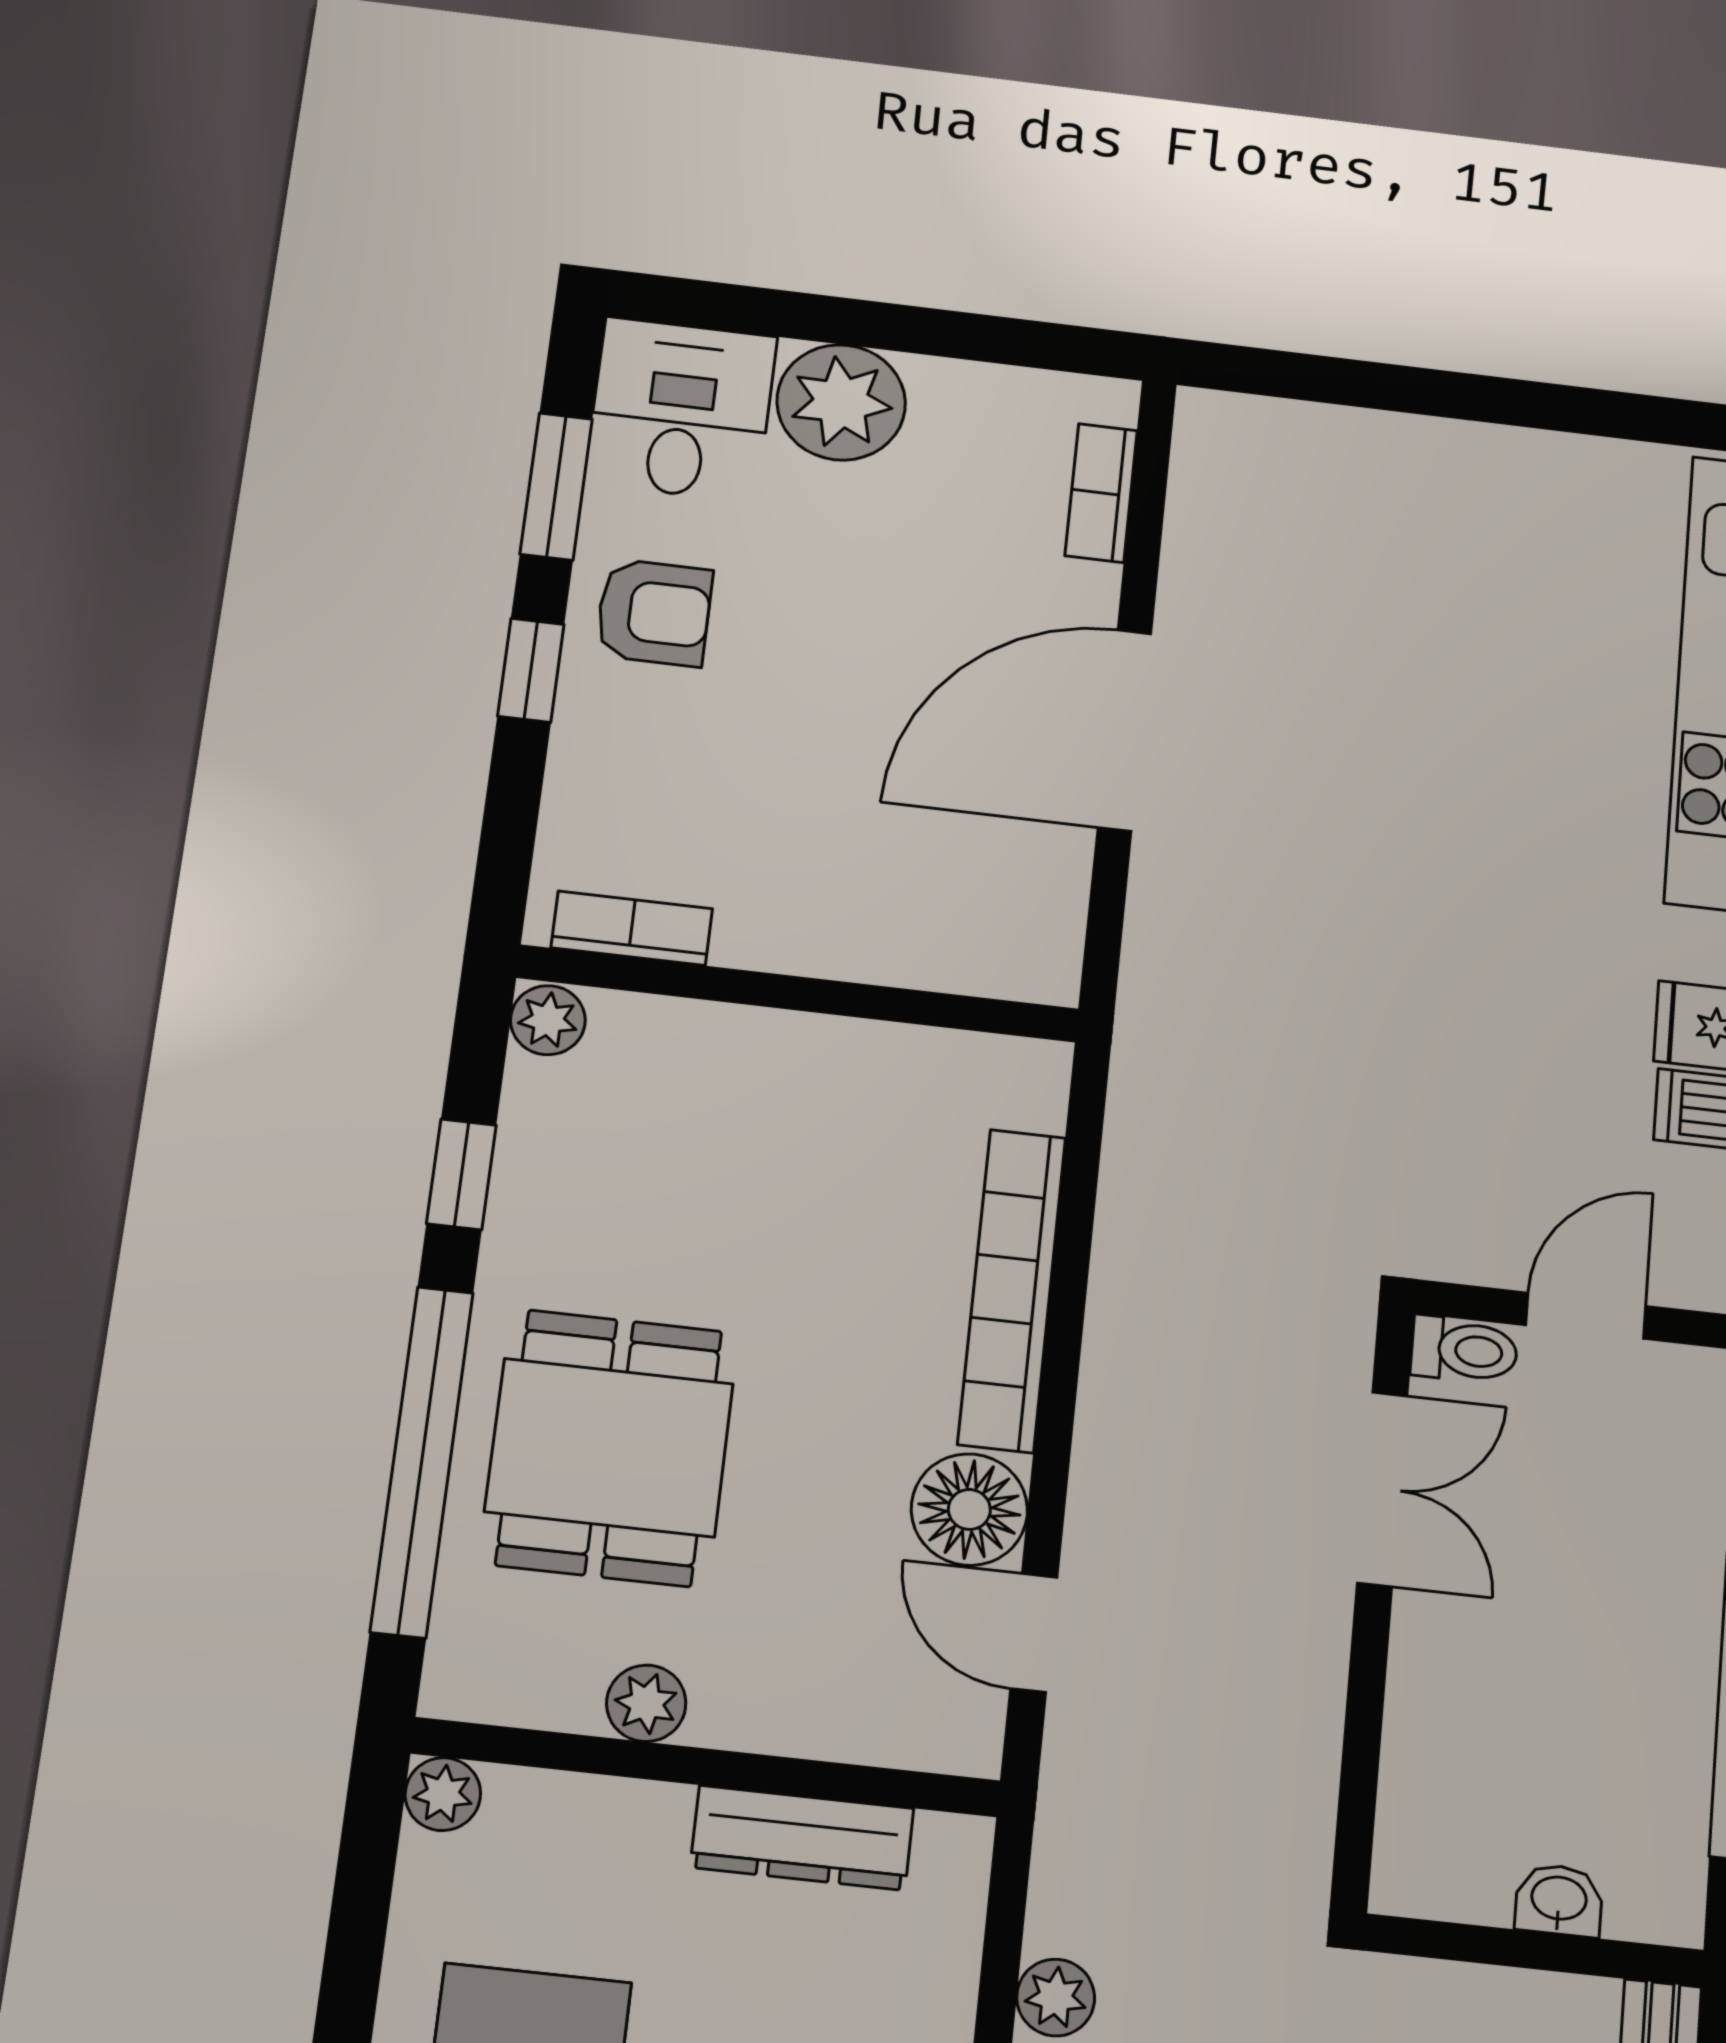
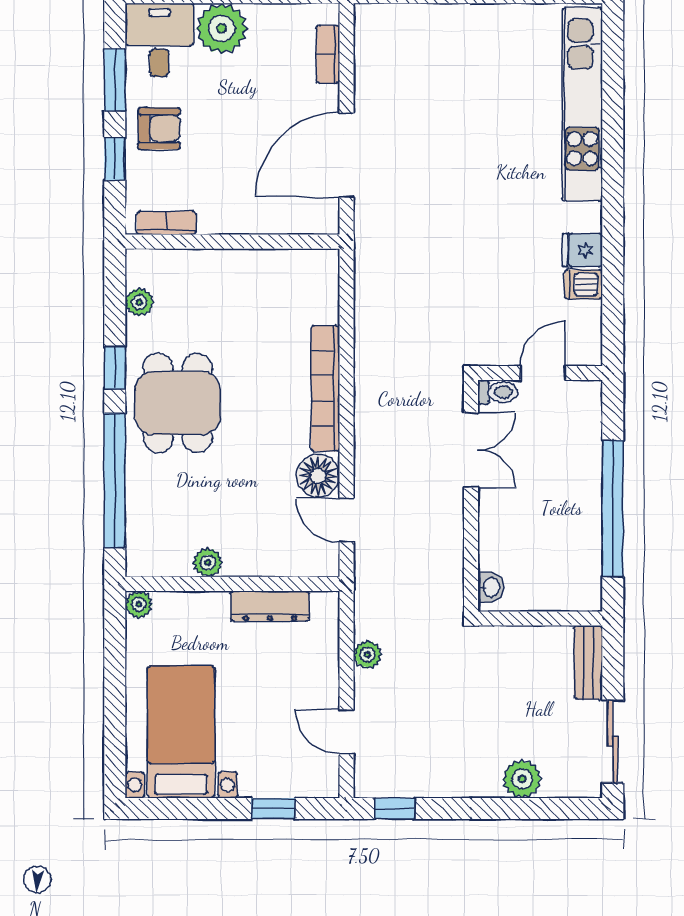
bookcase: (632, 928) -> (166, 223), moved
wall: (798, 993) -> (232, 242), moved
dining table: (609, 1448) -> (178, 403), moved
washbasin: (1559, 1900) -> (490, 587), moved, turned 90

